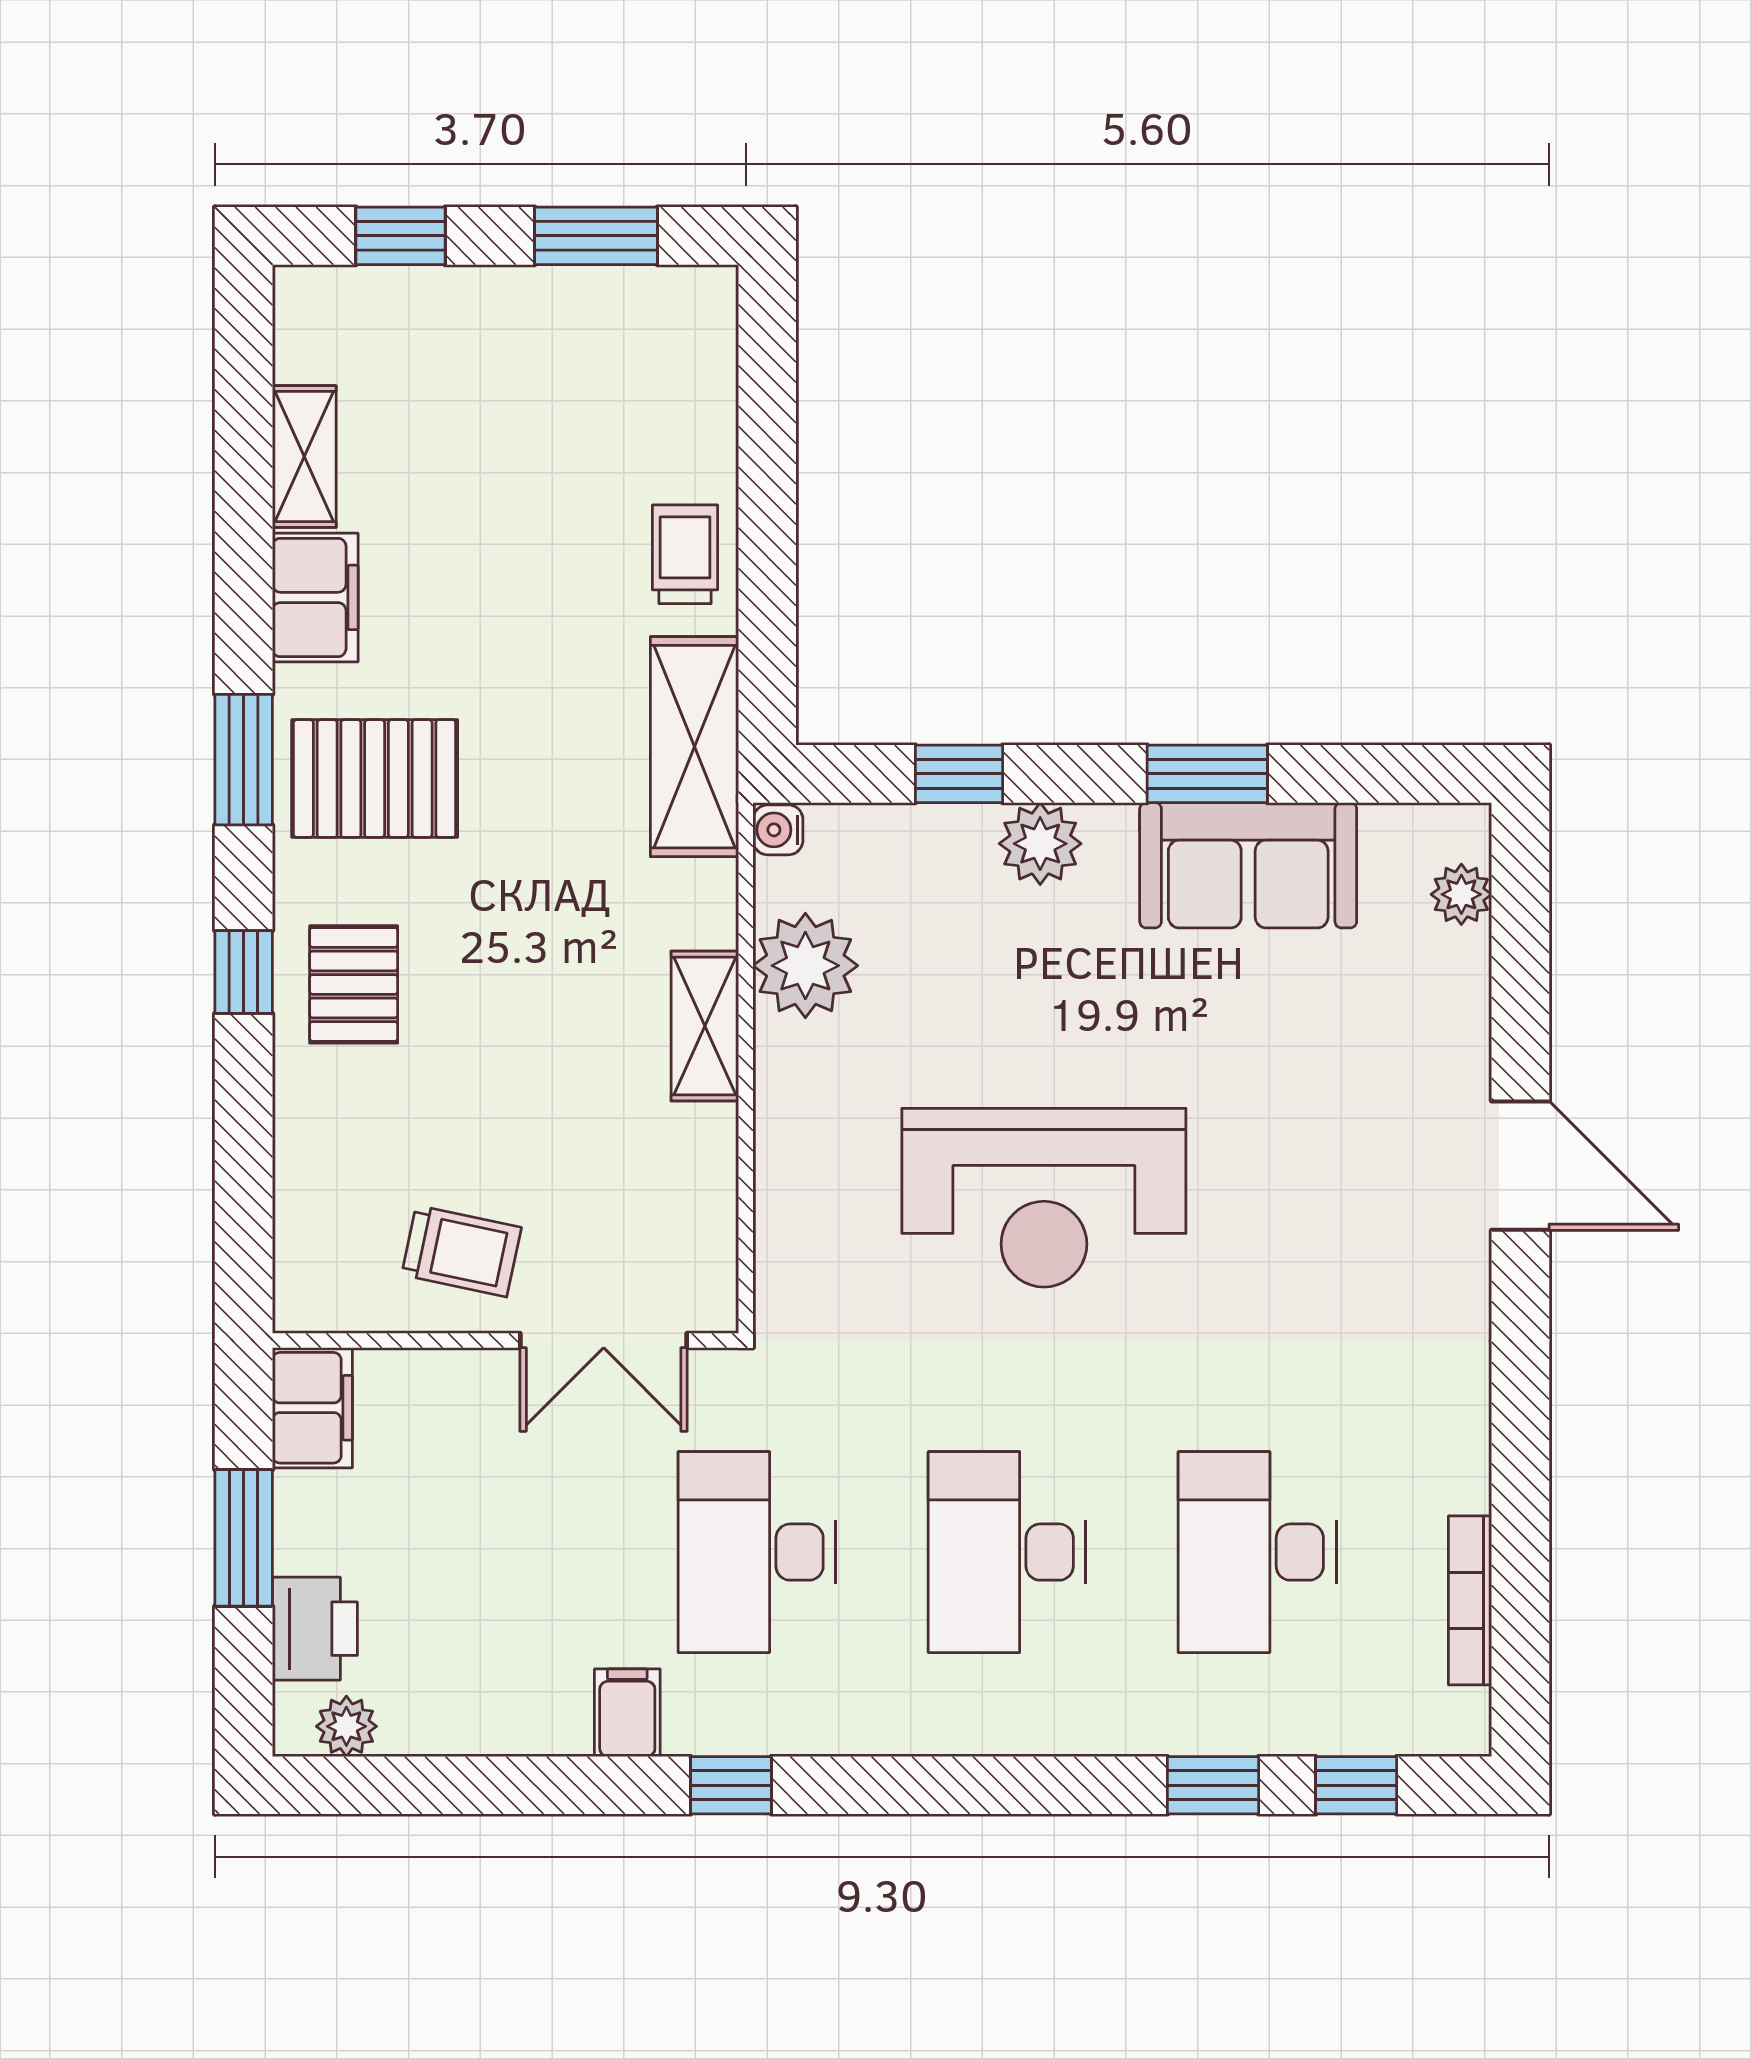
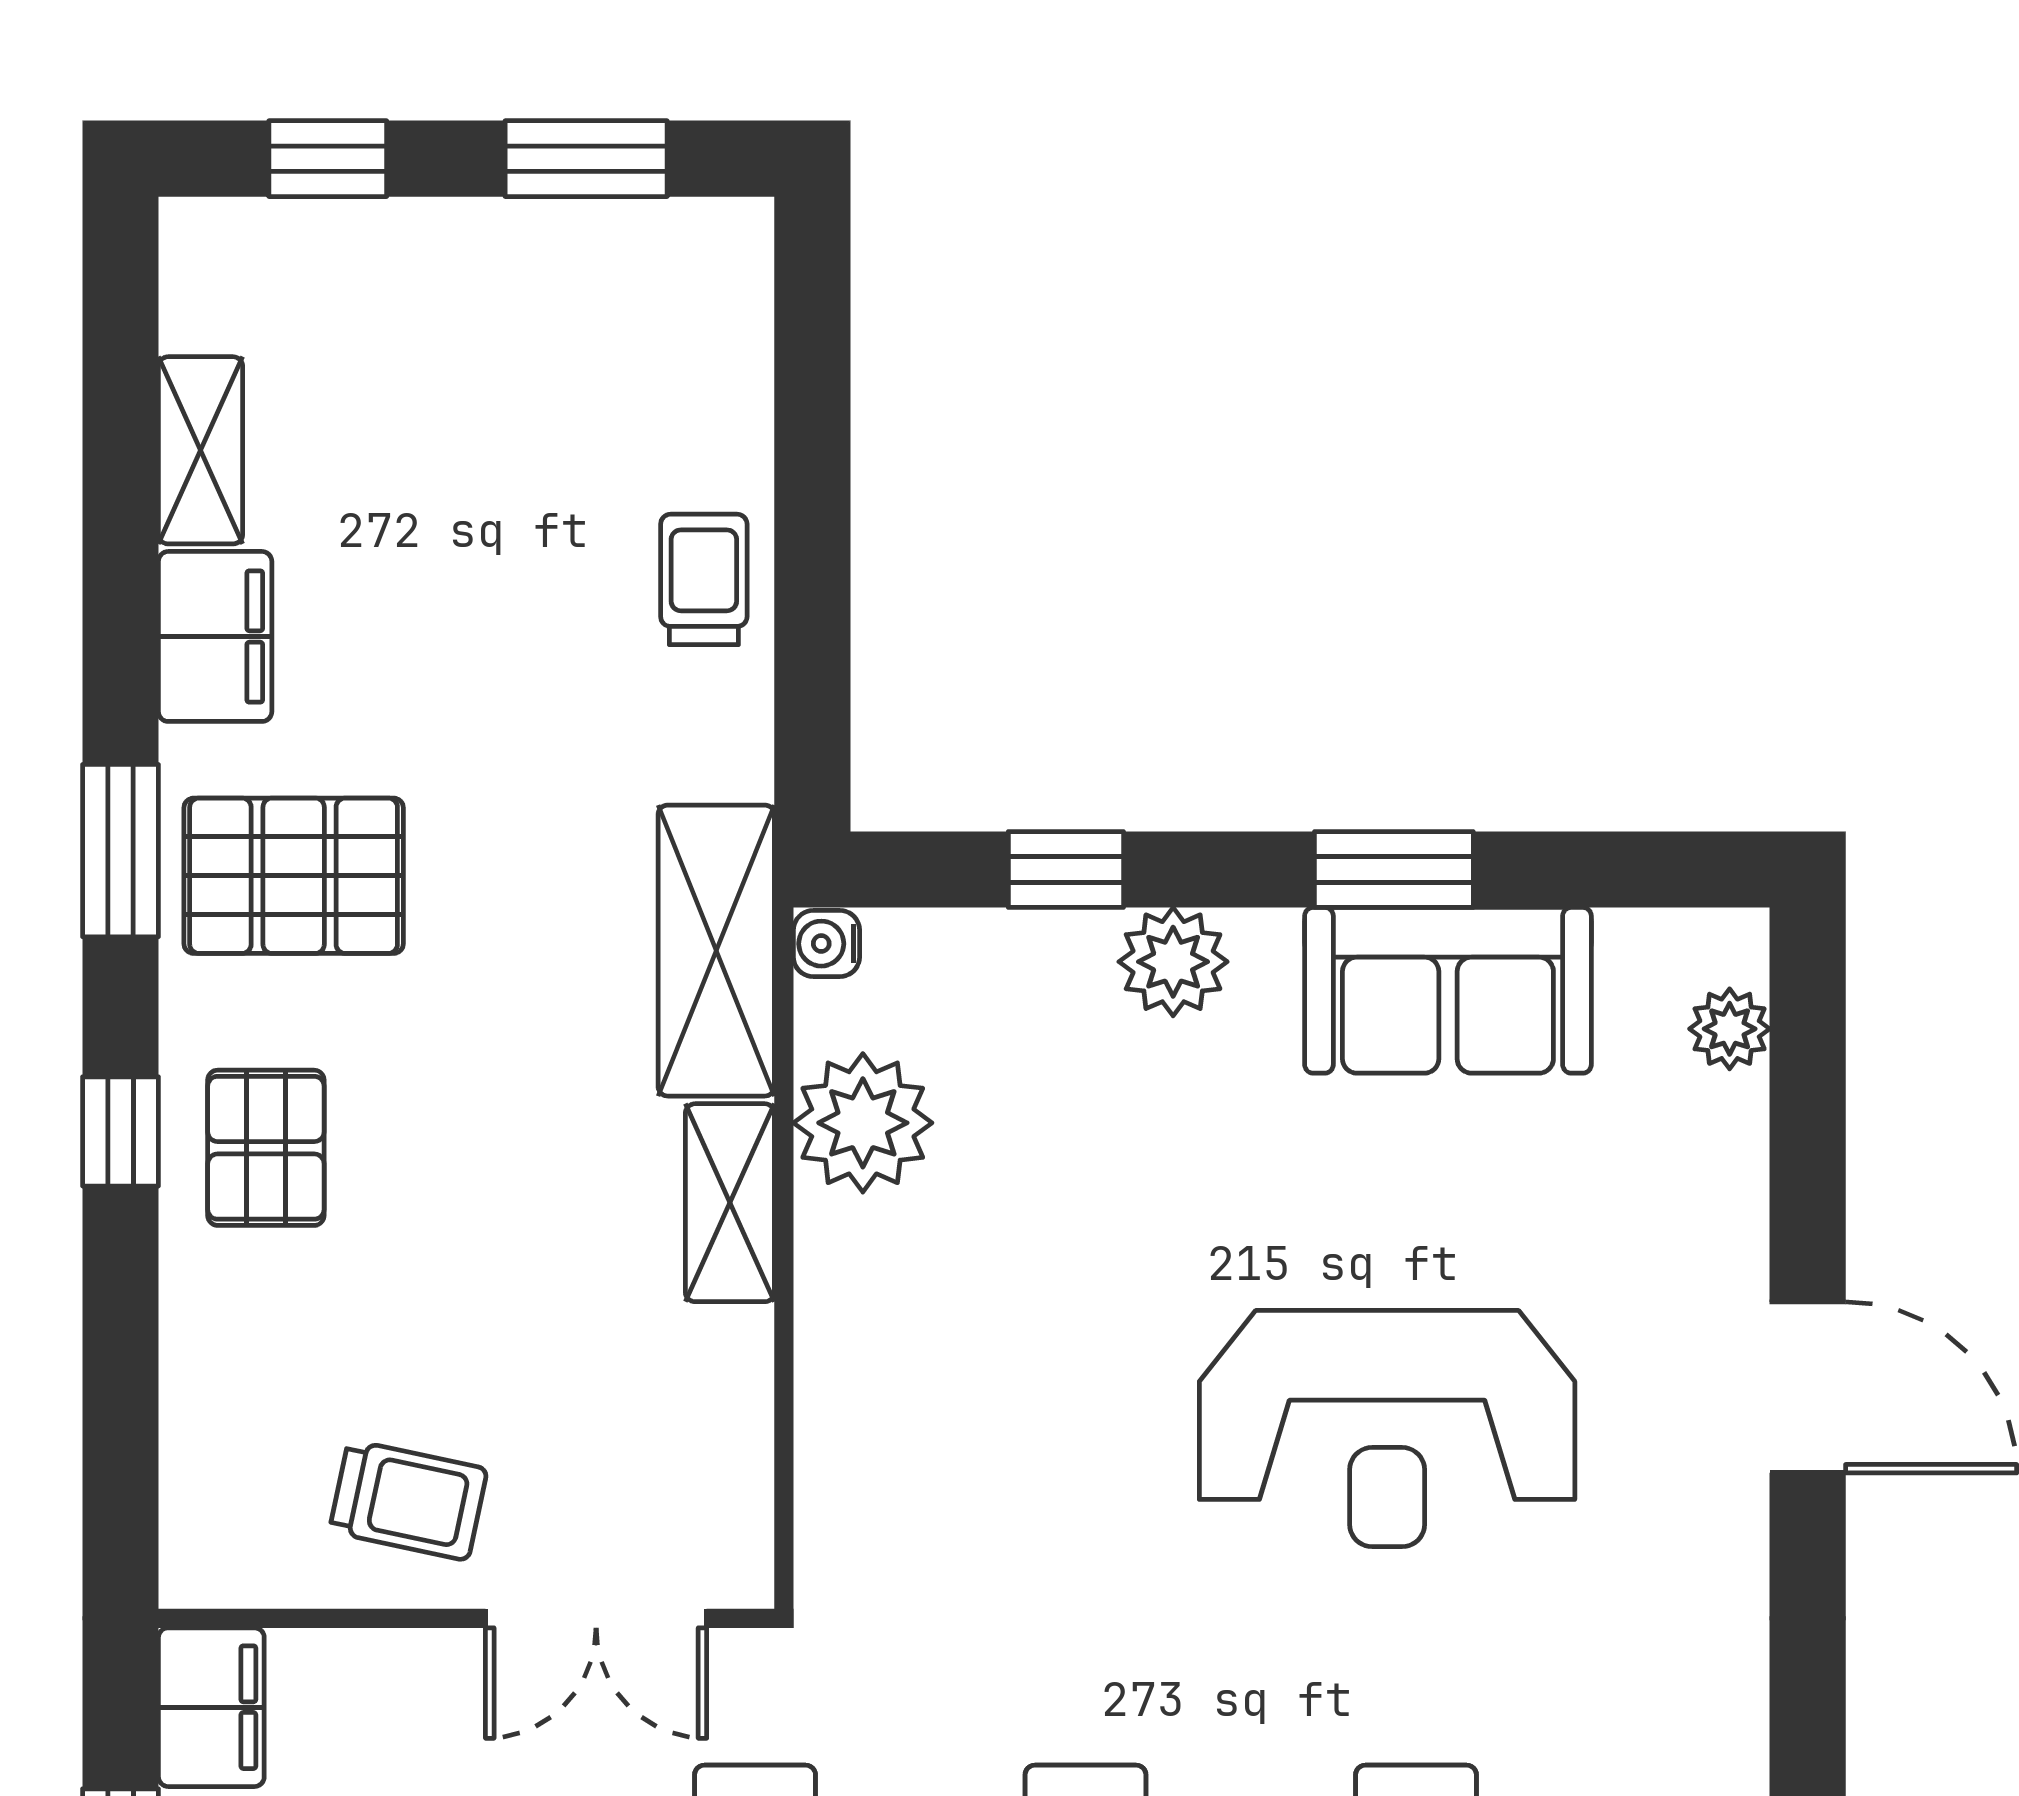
shelving: (694, 747) -> (716, 951), moved
reception desk: (1044, 1198) -> (1387, 1429), moved

